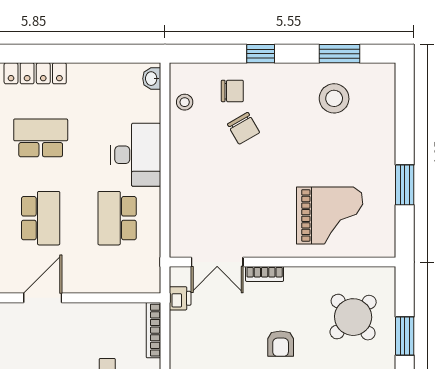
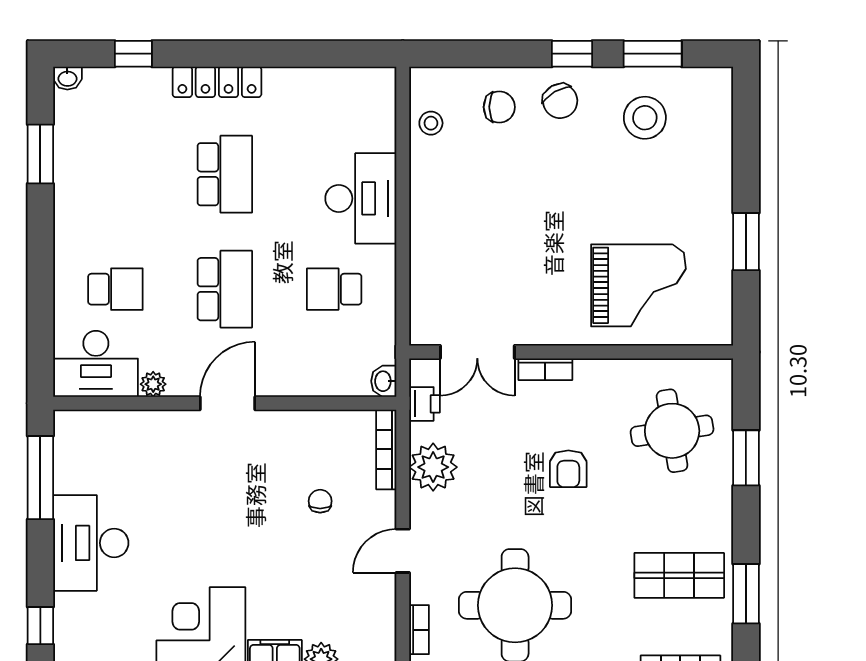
window: (261, 54) -> (572, 54), moved
washbasin: (152, 79) -> (384, 381), moved
chair: (244, 128) -> (560, 101), moved
school desk: (41, 138) -> (225, 174), turned 90
school desk: (117, 218) -> (334, 289), width x0.54
round table: (353, 317) -> (672, 431), turned 34
plant: (186, 342) -> (433, 467), added

